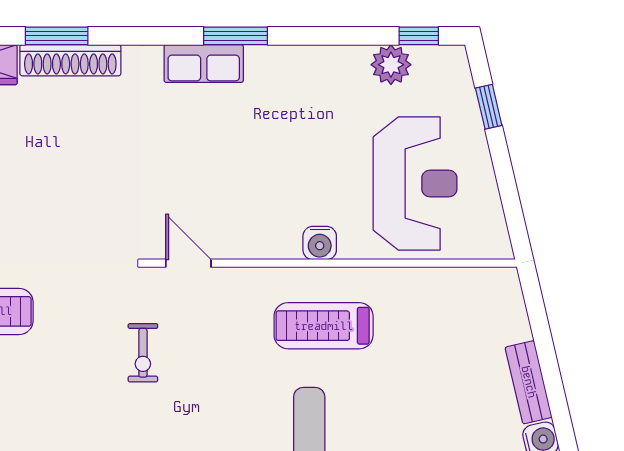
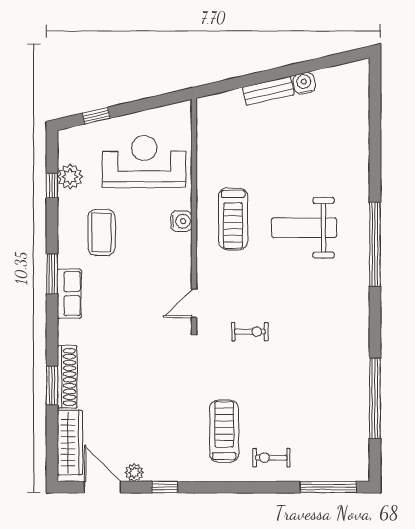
window: (419, 36) -> (52, 186), moved
coffee table: (302, 115) -> (101, 232), added

